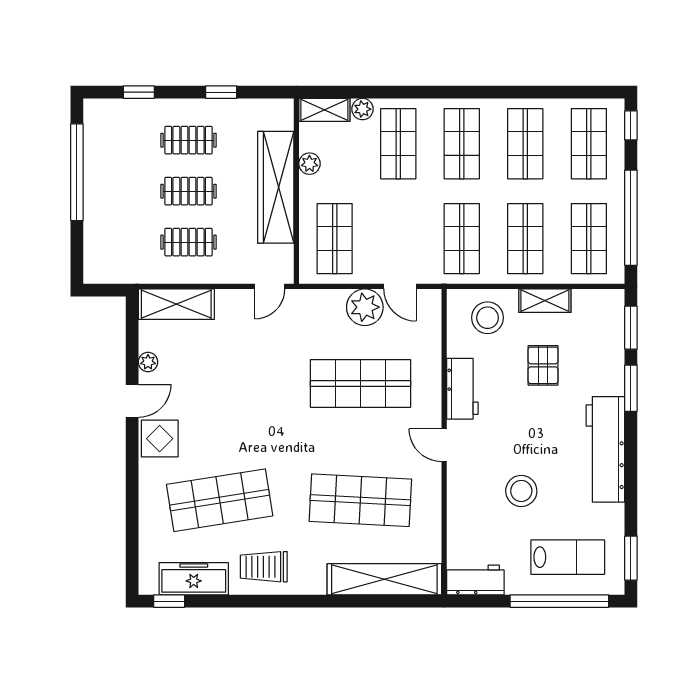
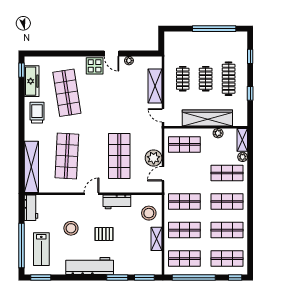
clothes rail: (188, 140) -> (229, 79), width x1.36
shelving: (176, 304) -> (155, 86), moved
pallet: (543, 365) -> (104, 234), moved

